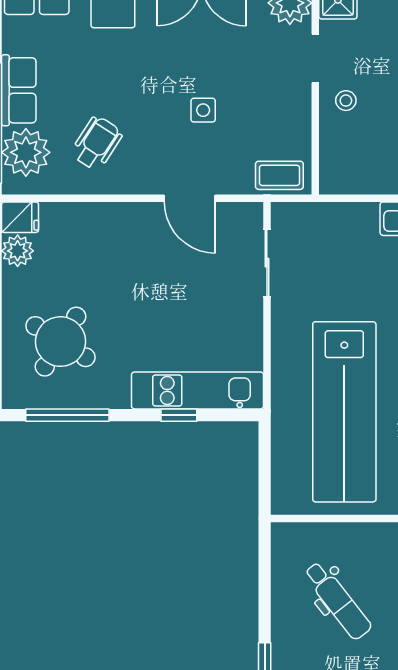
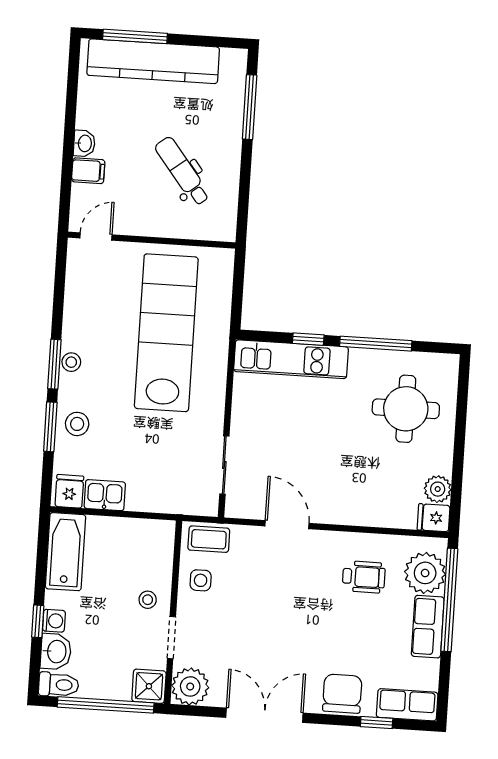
side table: (203, 110) -> (201, 580), moved
wheelchair: (97, 143) -> (364, 577), turned -123
round table: (61, 342) -> (406, 409), turned -32
window: (67, 415) -> (376, 344), moved

